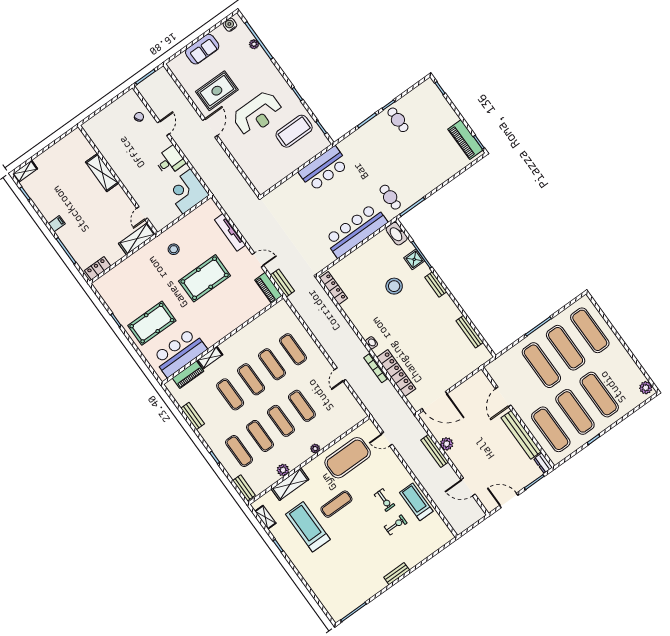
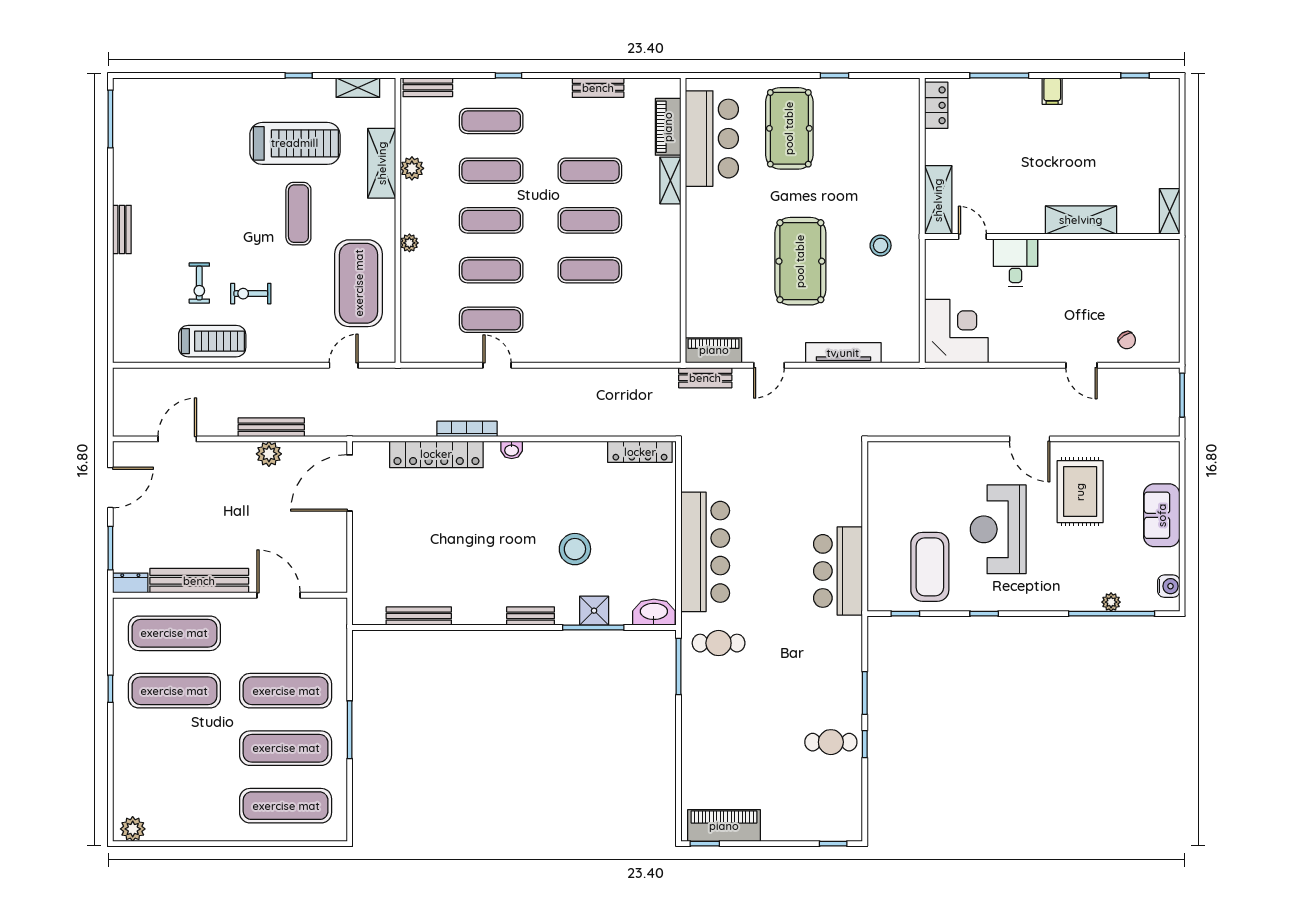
desk: (170, 161) -> (1015, 263), moved, turned 180
shelving: (25, 171) -> (1170, 211), moved
exercise mat: (293, 349) -> (491, 320), moved
exercise mat: (599, 395) -> (174, 748), removed

